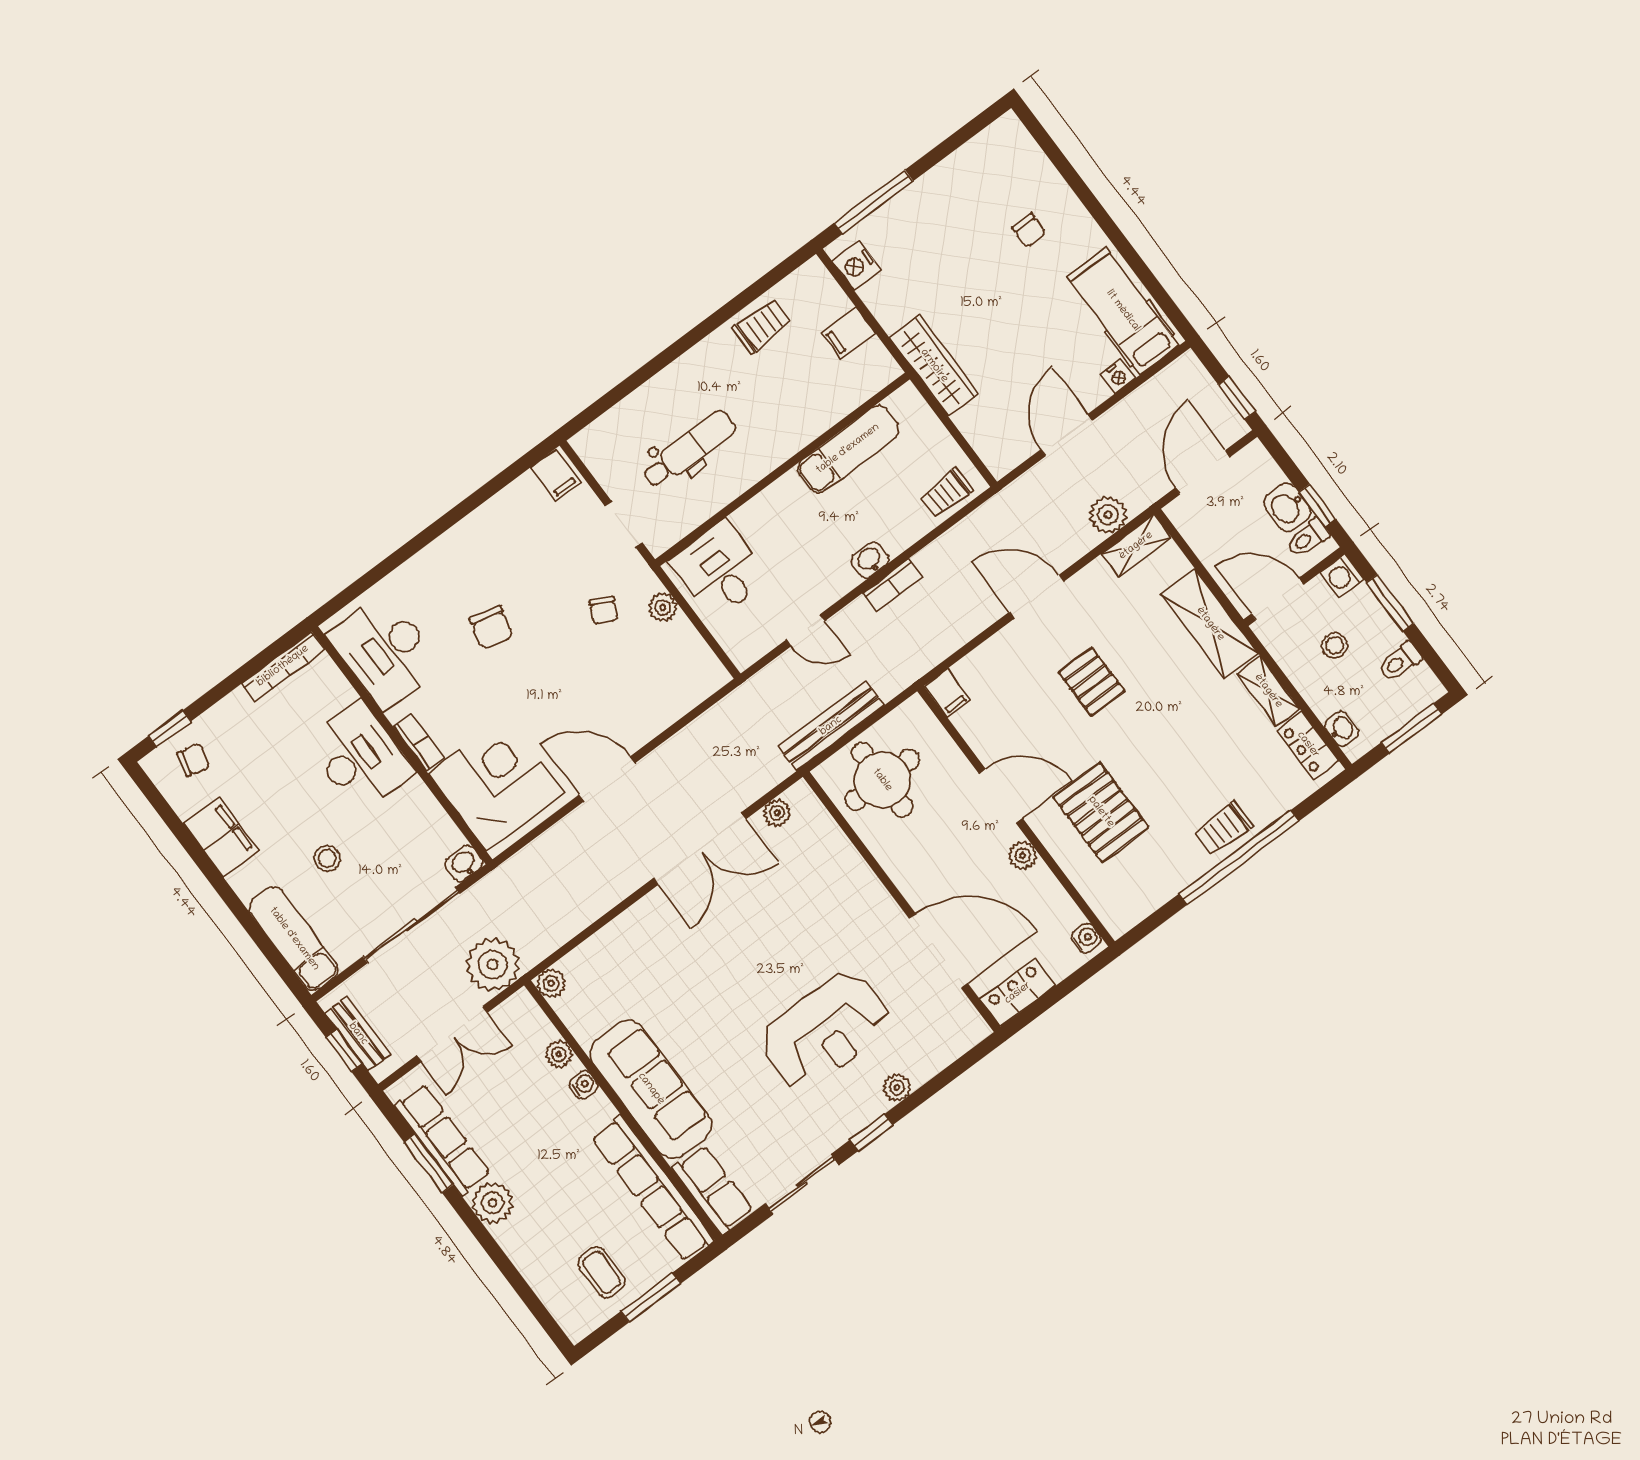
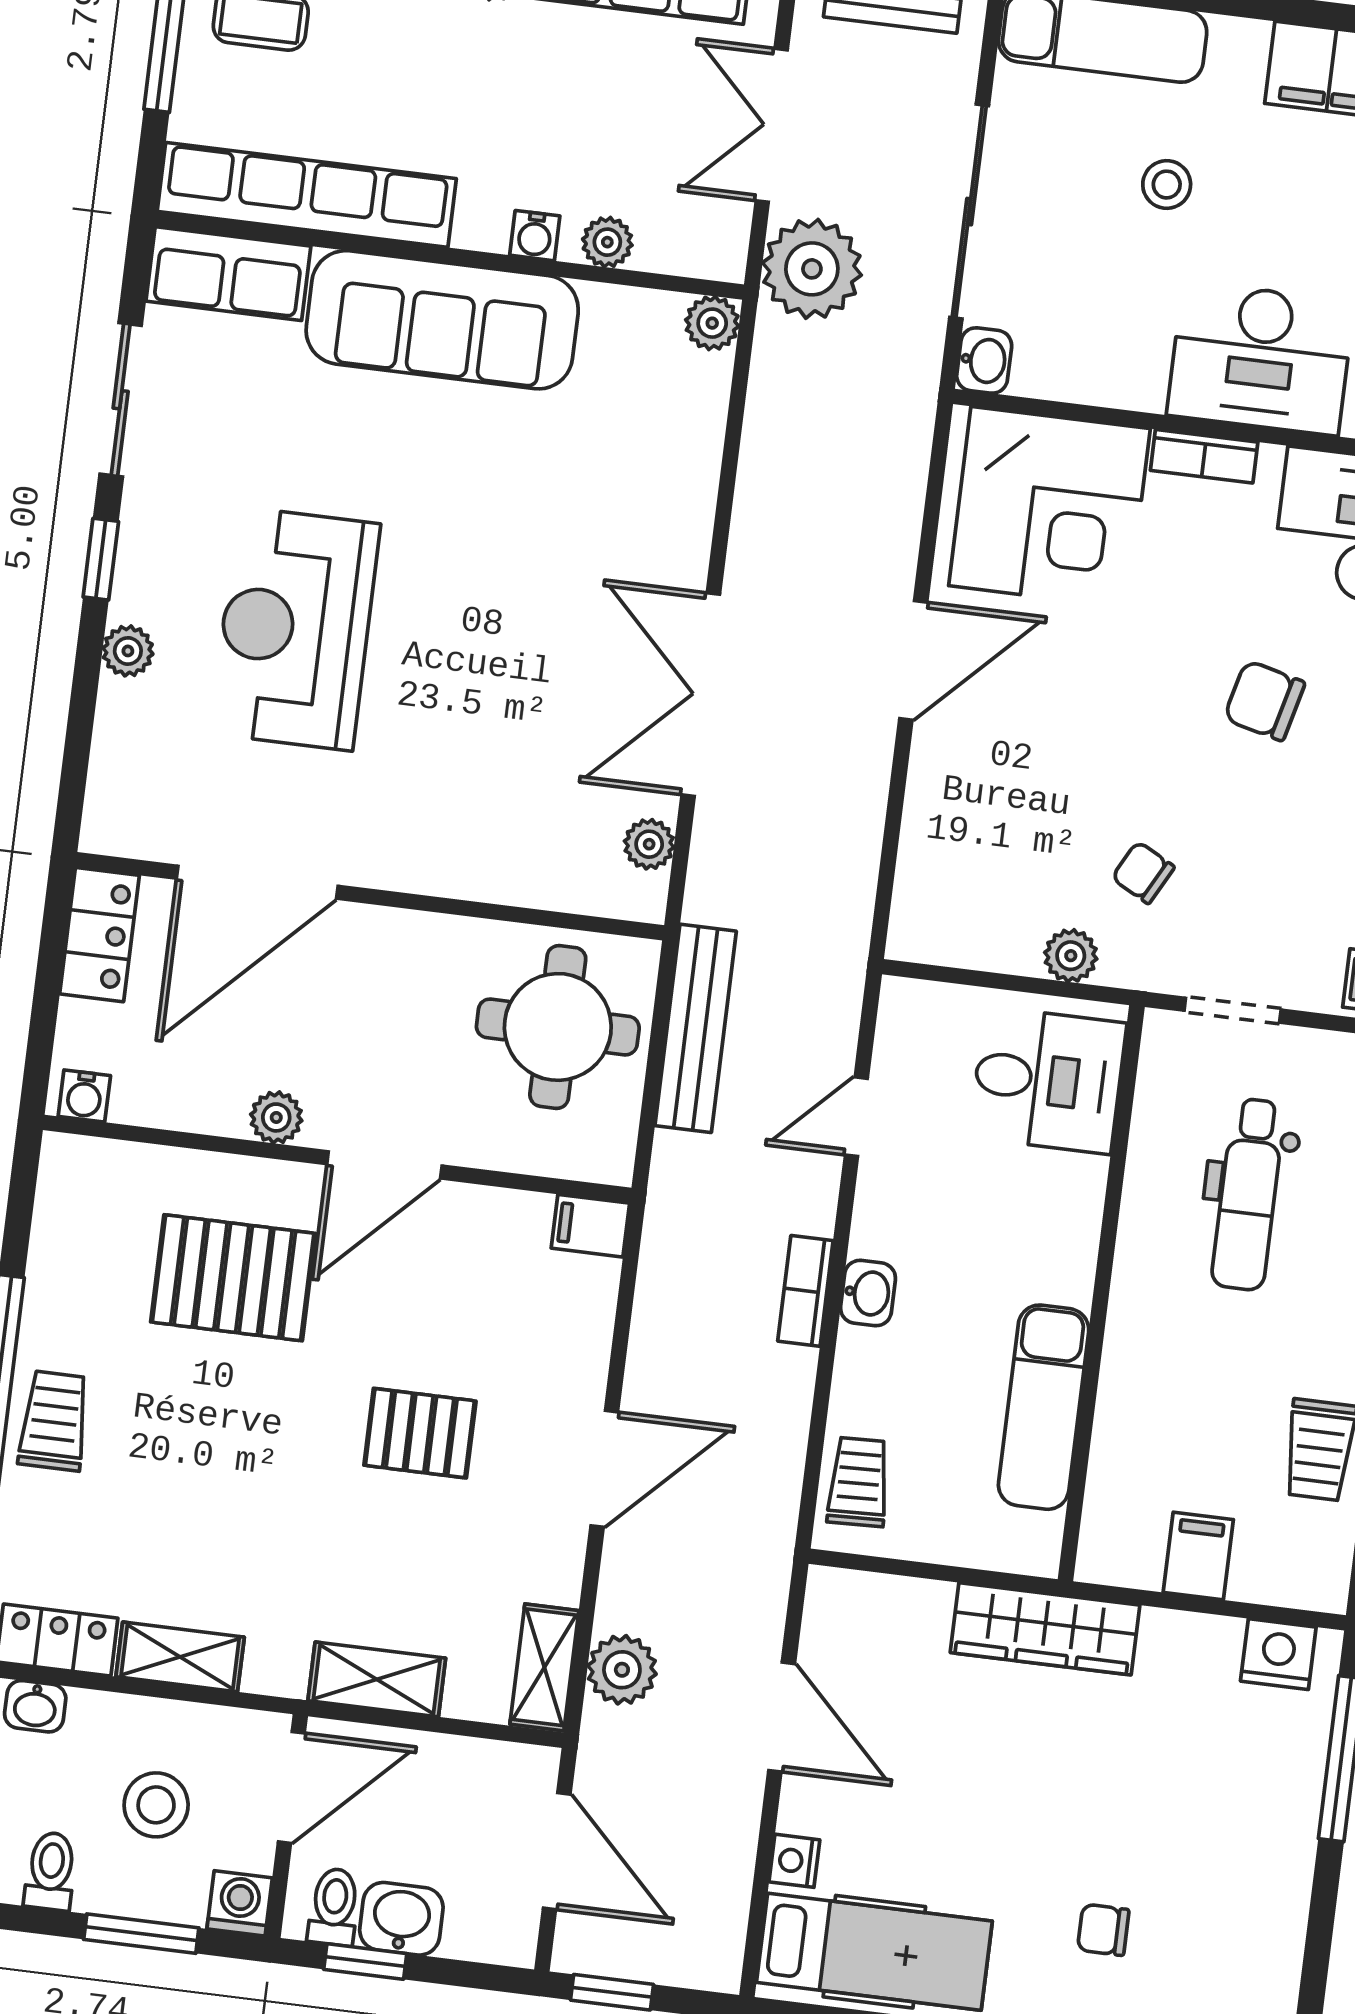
shelving: (1210, 624) -> (377, 1679), width x0.67, depth x0.75
stool: (1335, 645) -> (156, 1805), width x1.37, depth x1.37

